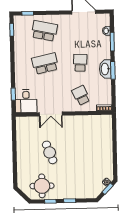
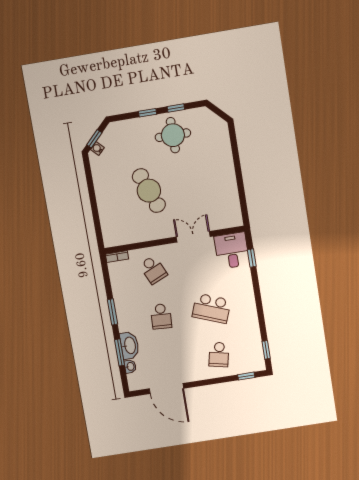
school desk: (44, 31) -> (219, 355), width x0.54
school desk: (45, 64) -> (211, 308), turned 33
washbasin: (105, 69) -> (130, 345), moved
cafe table: (50, 152) -> (149, 191), moved, width x1.37, depth x1.35
round table: (42, 186) -> (173, 135), moved

